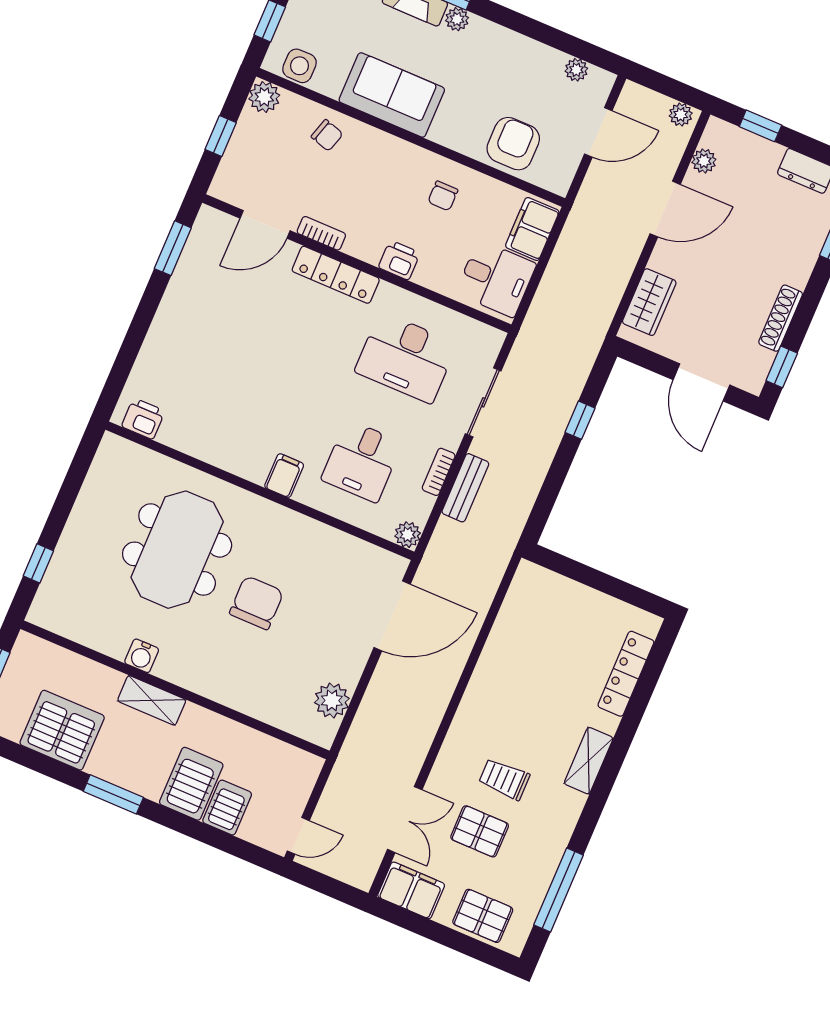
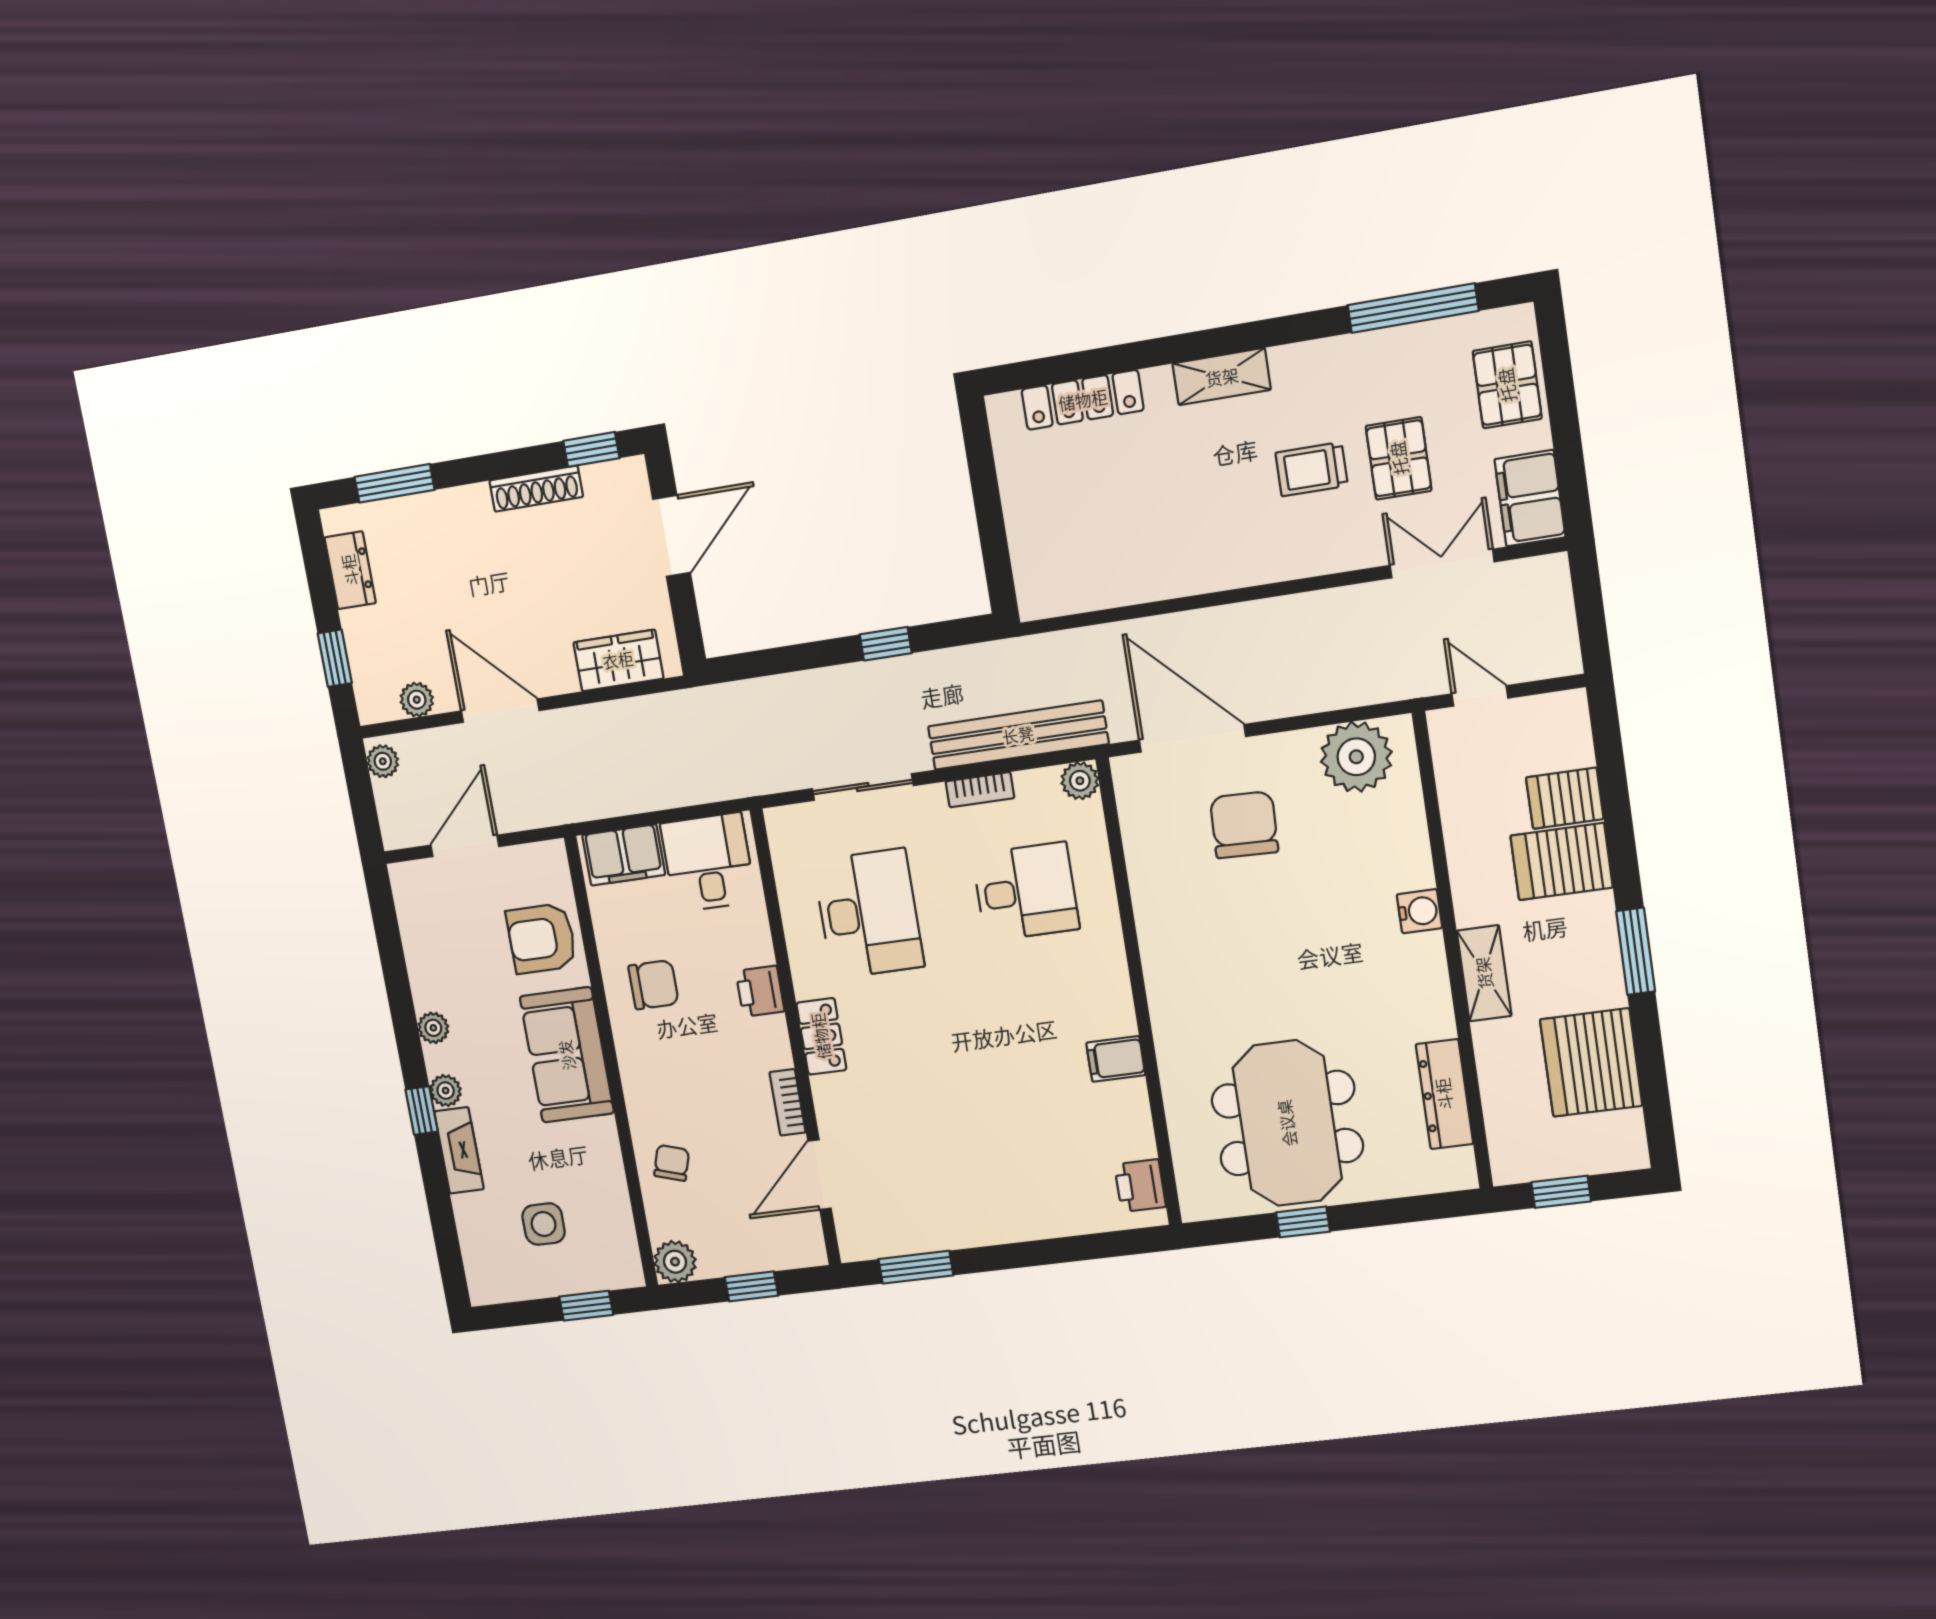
side table: (299, 66) -> (544, 1224), moved
plant: (576, 70) -> (433, 1028), moved
sofa: (392, 95) -> (567, 1055), moved
door: (598, 132) -> (465, 846), hinge flipped
chair: (443, 196) -> (653, 985), width x1.37, depth x1.37
door: (265, 224) -> (819, 1175), swing flipped
locker: (336, 275) -> (821, 1036), width x0.66
window: (580, 420) -> (886, 644), moved
filing cabinet: (284, 476) -> (1116, 1059), moved
bench: (465, 488) -> (1018, 735), width x1.86, depth x1.21
meeting table: (177, 550) -> (1287, 1123), moved, turned 90
window: (38, 563) -> (1303, 1222), moved
chair: (257, 603) -> (1244, 825), moved, turned 92
dresser: (93, 634) -> (1444, 1094), added
water cooler: (142, 656) -> (1419, 911), moved
plant: (332, 700) -> (1356, 757), width x1.36, depth x1.36
trolley: (504, 779) -> (1312, 469), turned 90
door: (298, 836) -> (1480, 696), moved

